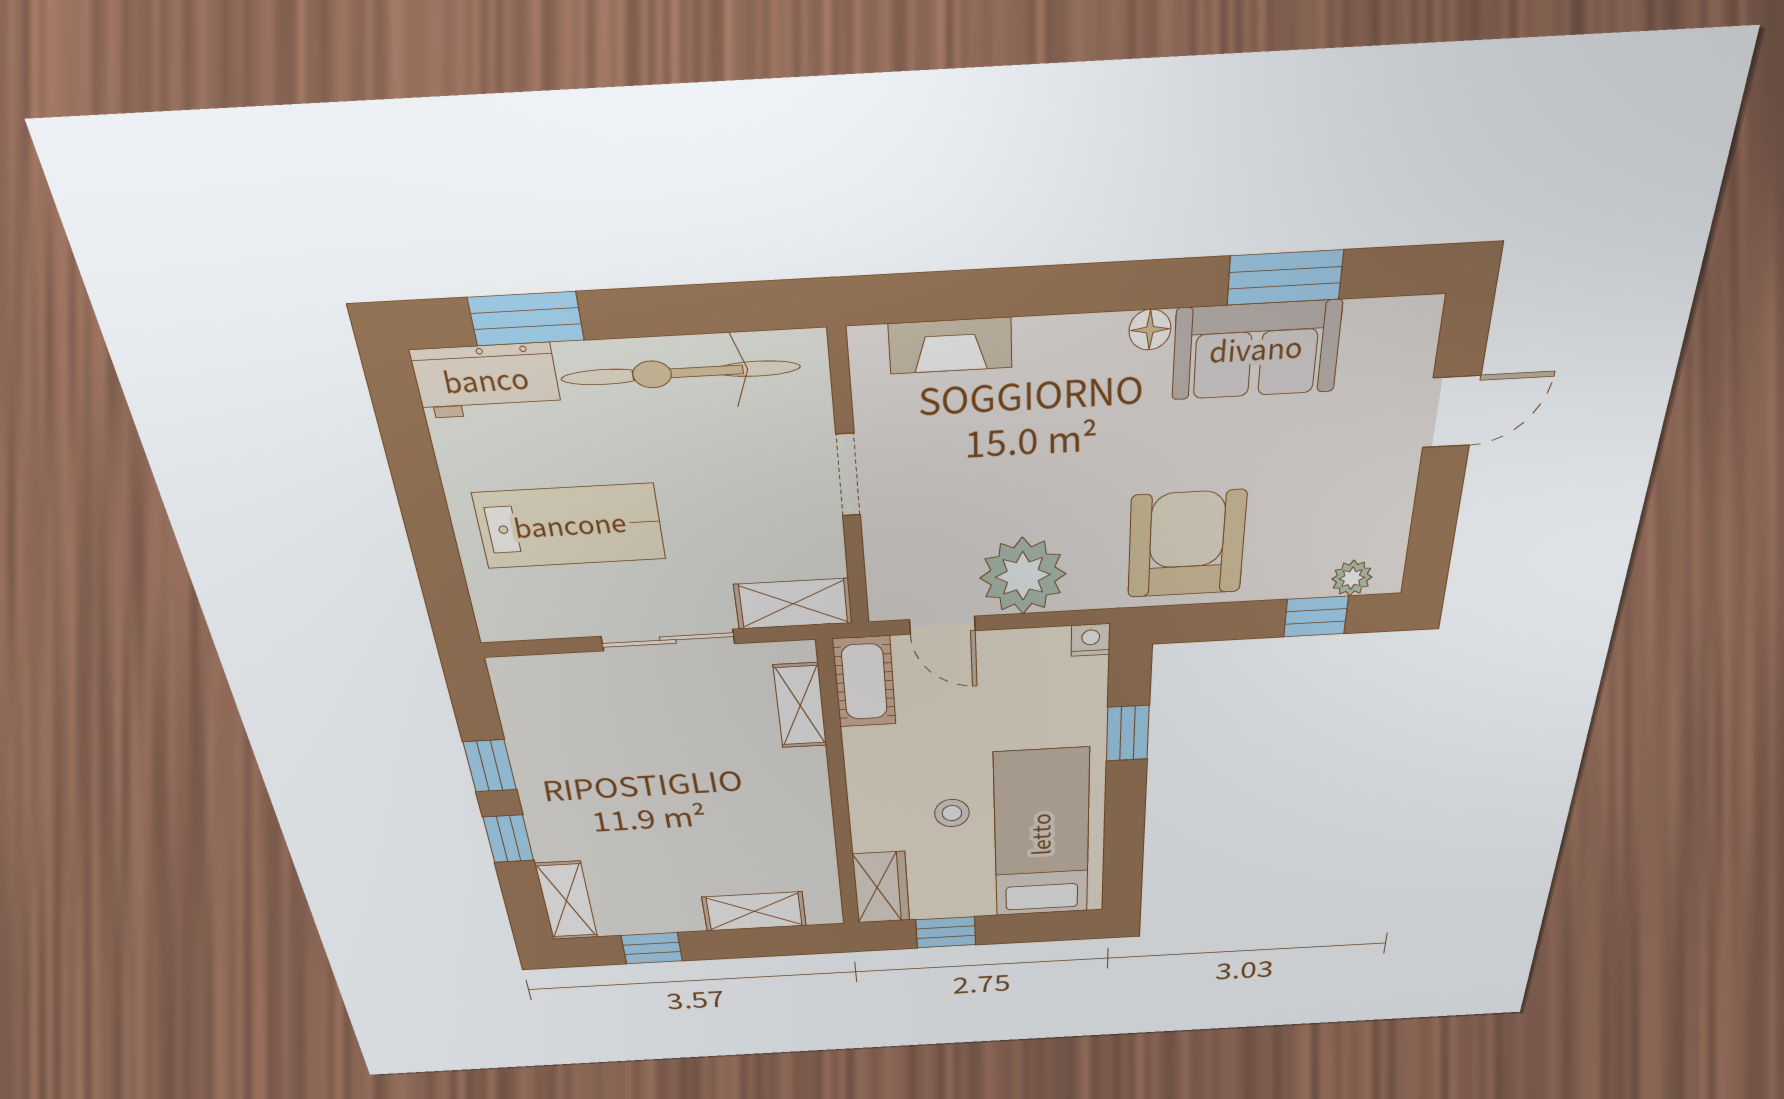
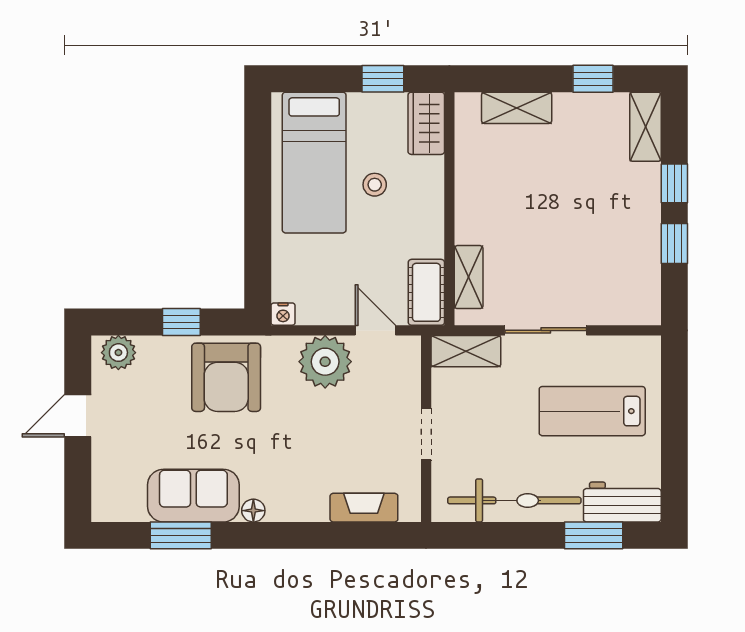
door: (1452, 412) -> (78, 416), moved
plant: (1352, 578) -> (118, 353), width x1.38, depth x1.38
window: (1316, 617) -> (181, 322), moved
window: (1128, 733) -> (258, 242), removed

